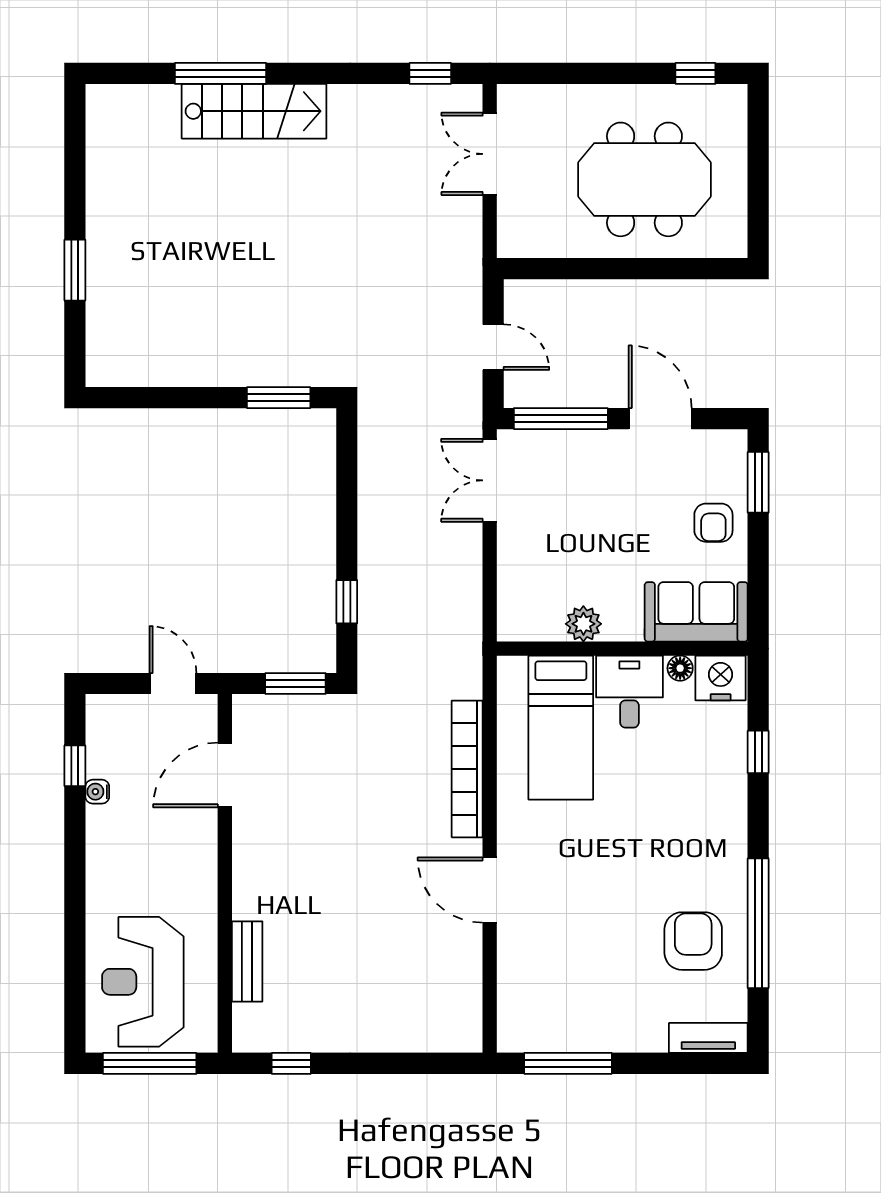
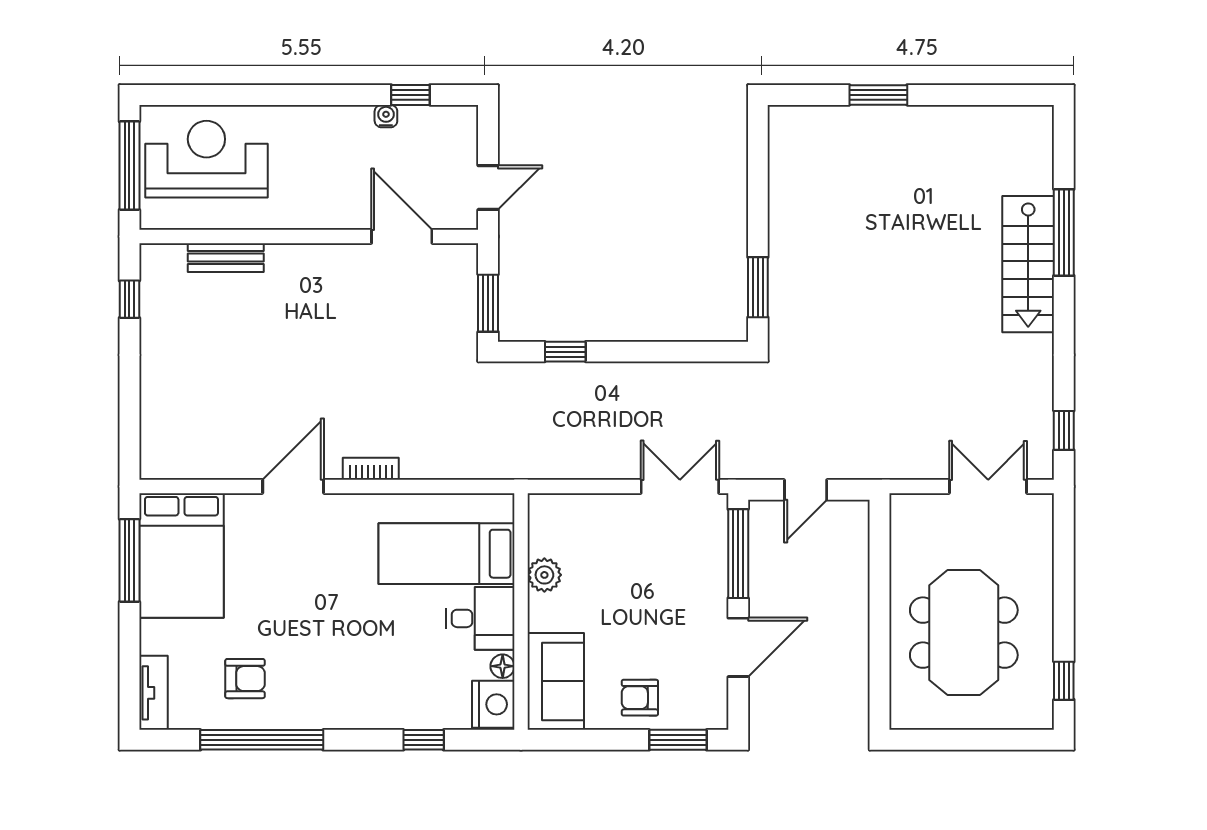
bookcase: (467, 769) -> (371, 469), width x0.43, depth x0.76
armchair: (693, 941) -> (245, 679), width x0.72, depth x0.72
bed: (563, 1008) -> (181, 555), added

